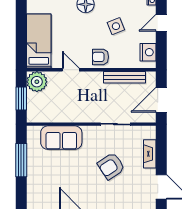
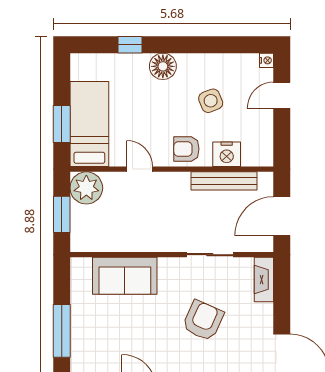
window: (21, 41) -> (62, 124), added
nightstand: (148, 52) -> (227, 154), moved, turned 90
fireplace: (150, 154) -> (264, 280), moved
window: (21, 160) -> (62, 331), moved
armchair: (111, 166) -> (203, 321), turned 147

